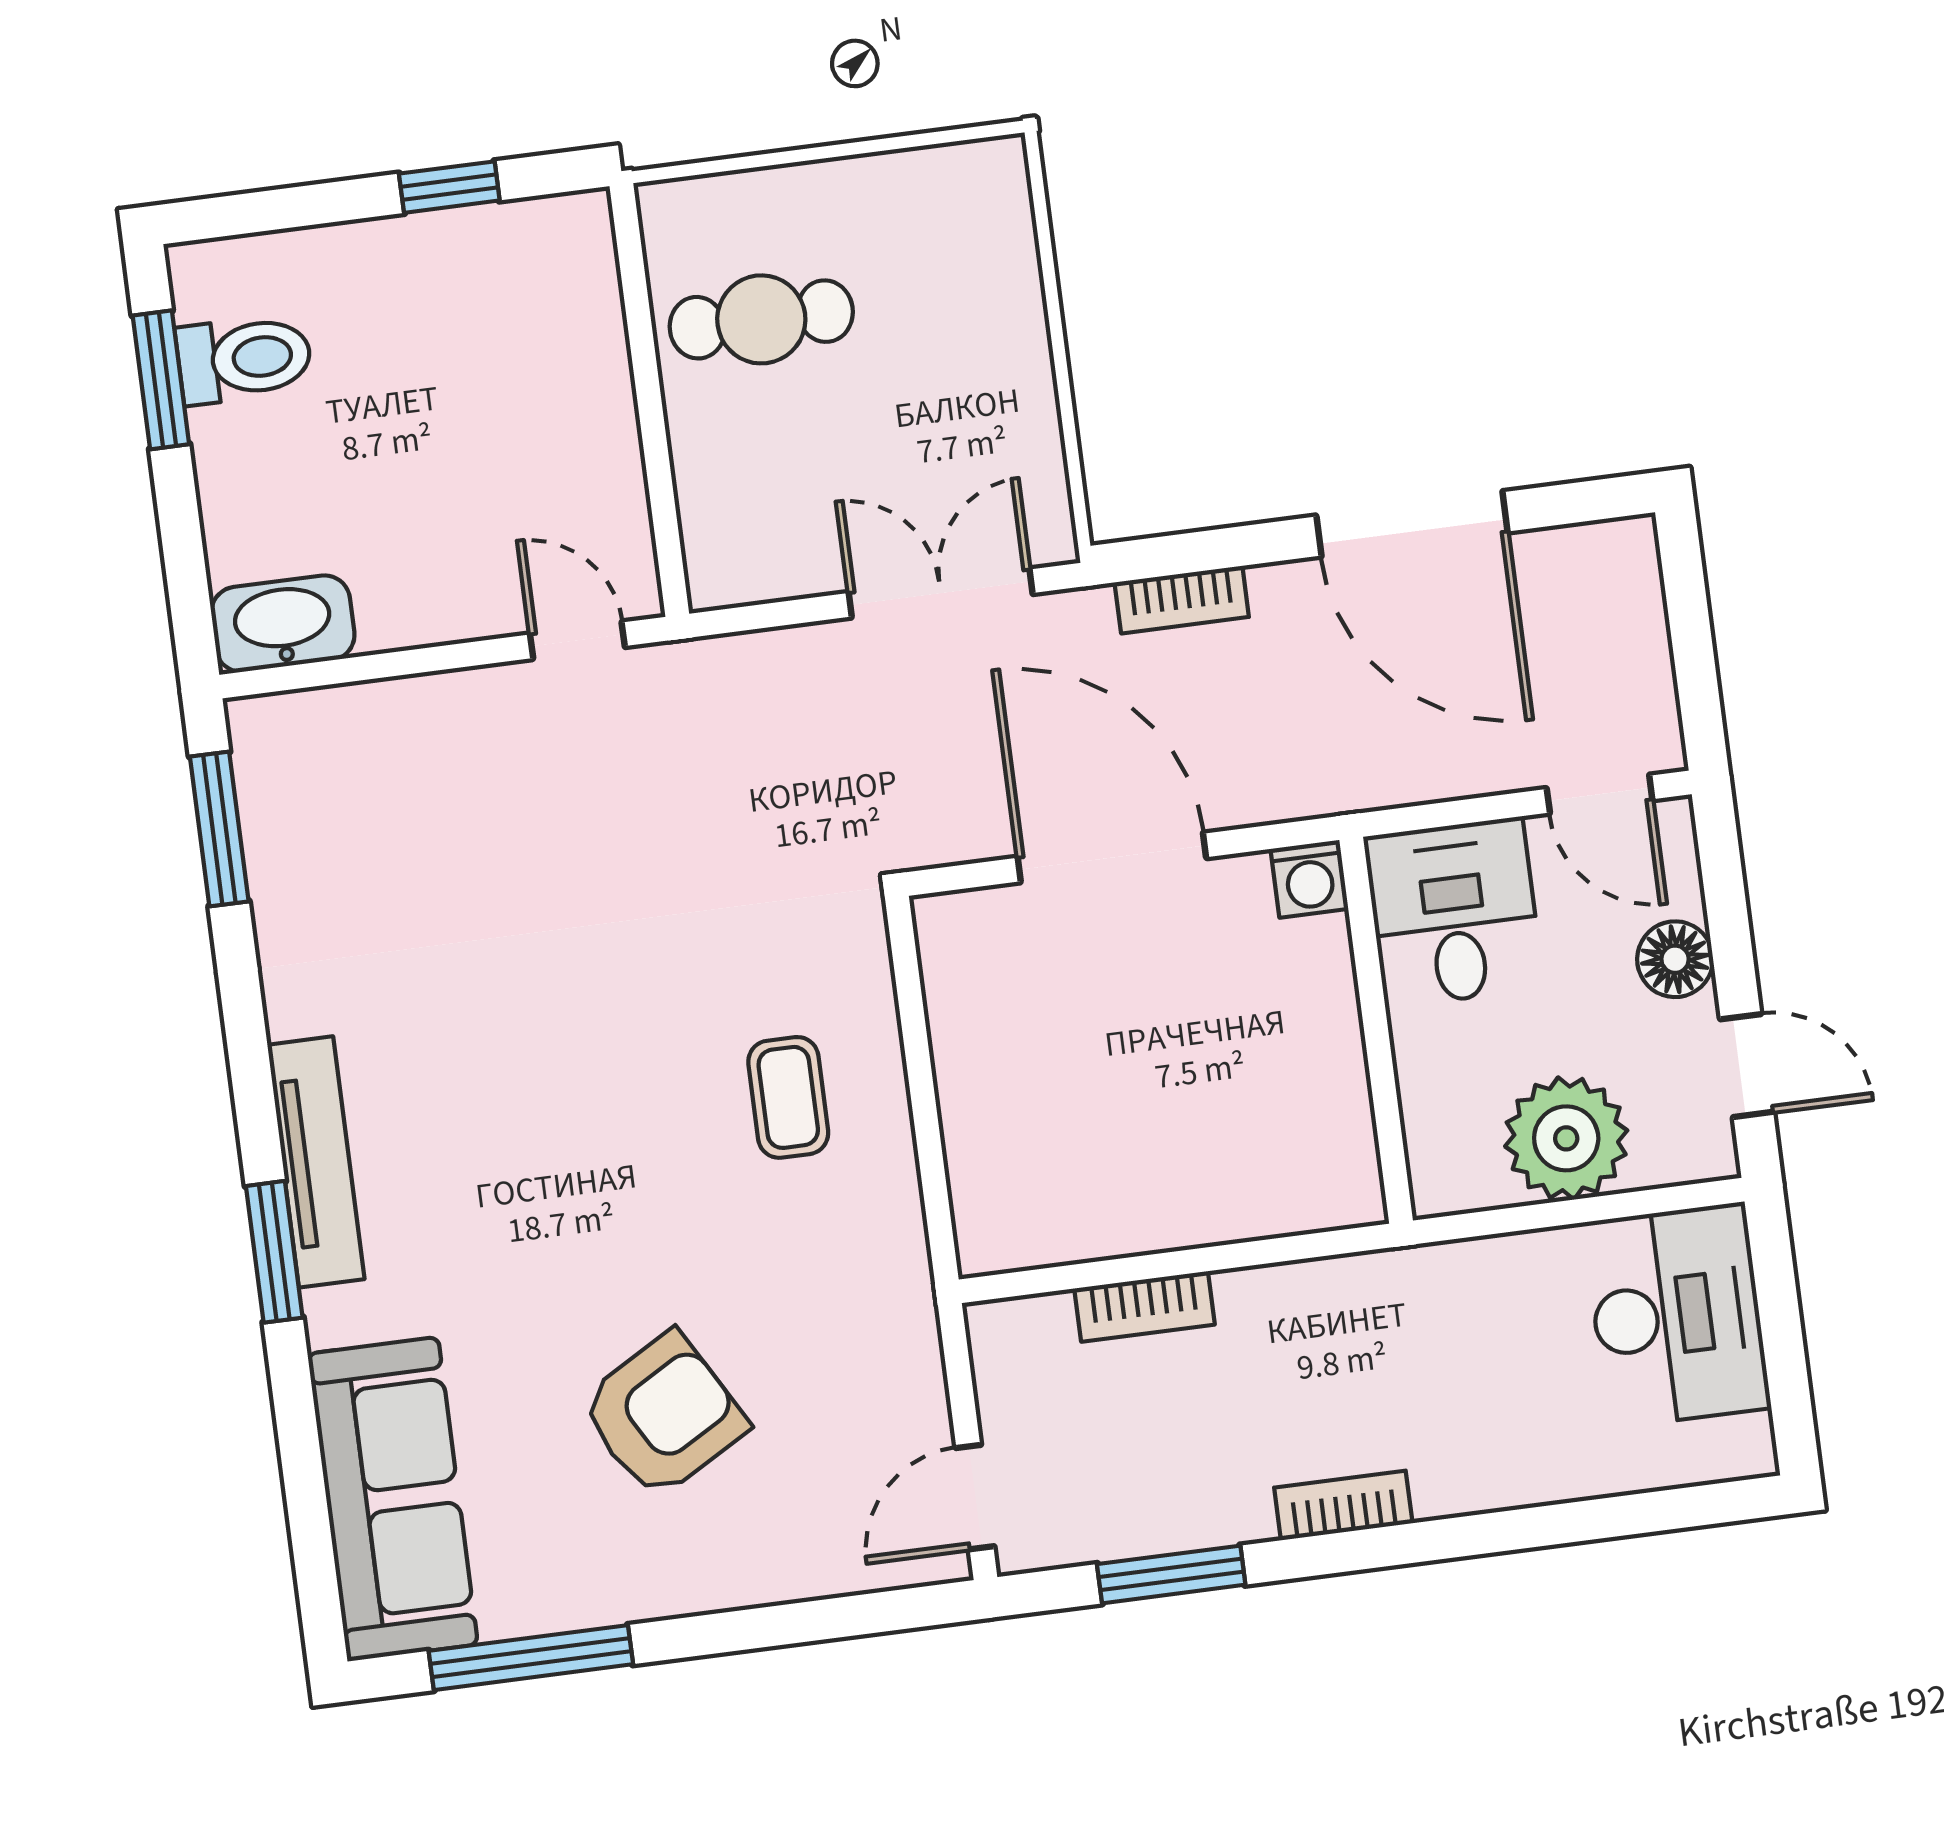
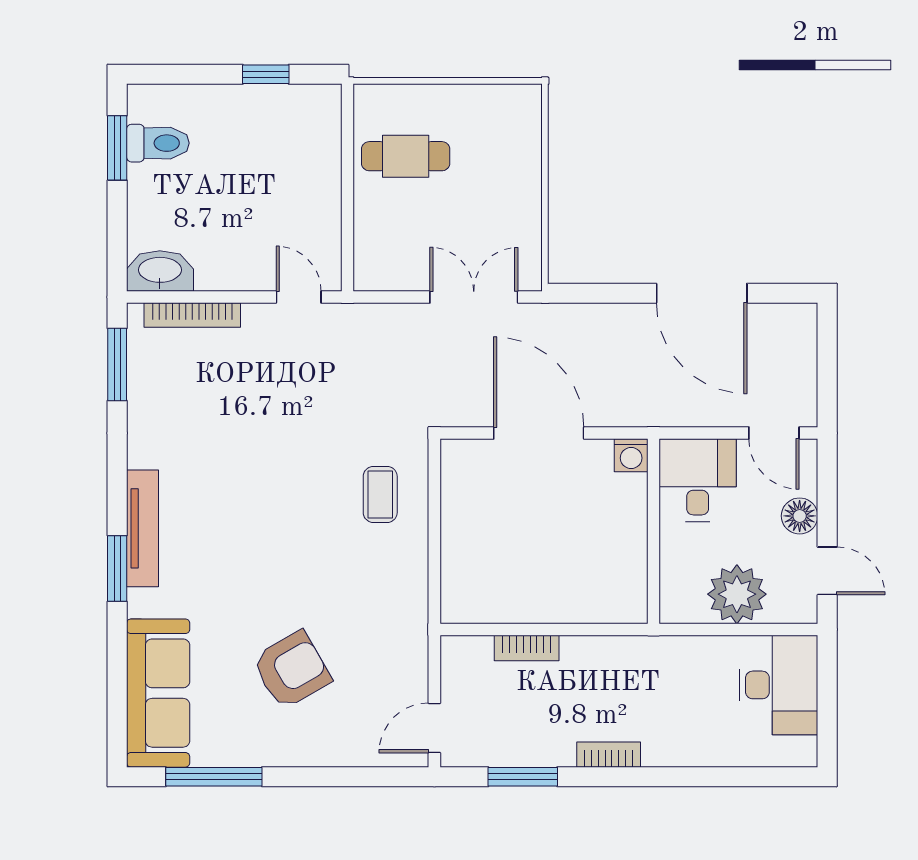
bookcase: (1182, 600) -> (192, 315), moved, width x1.56
coffee table: (788, 1097) -> (380, 494), moved

